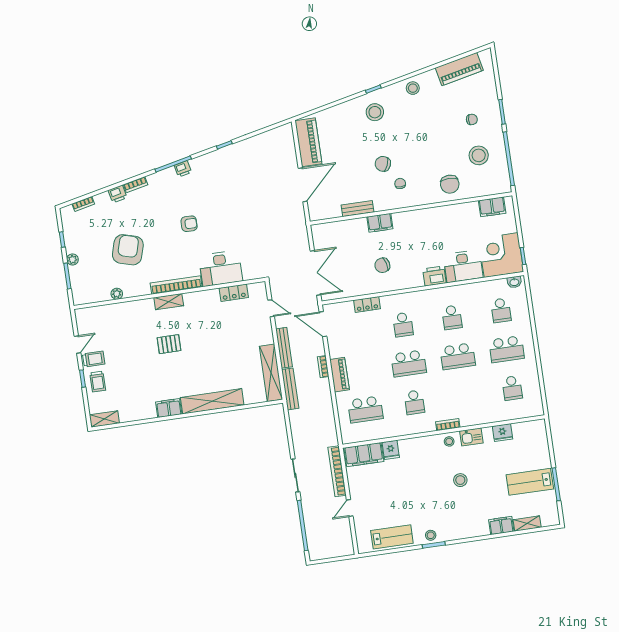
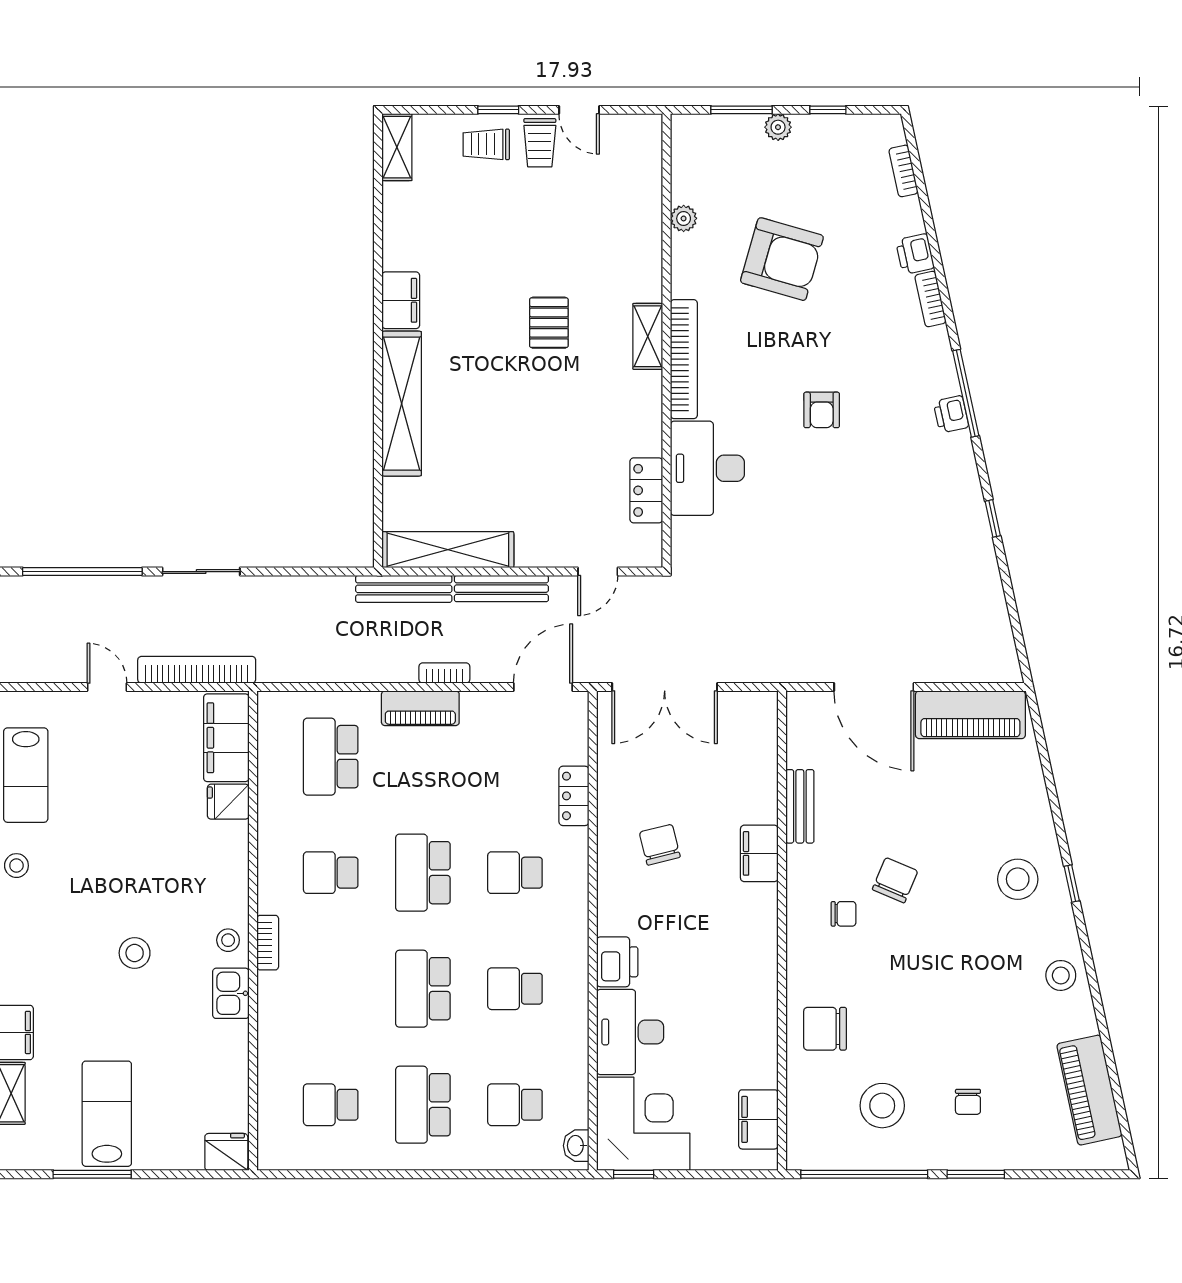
fridge: (503, 433) -> (226, 1152), moved, turned 90

